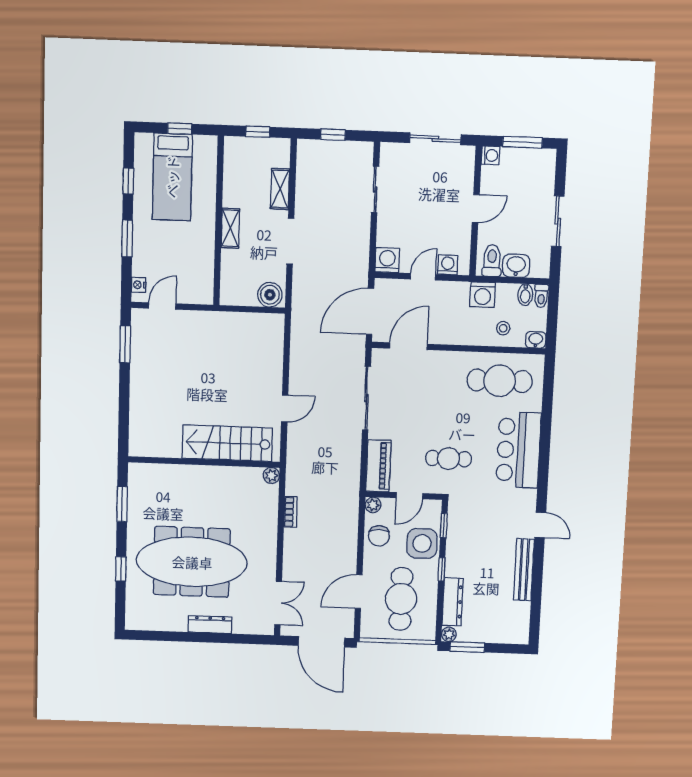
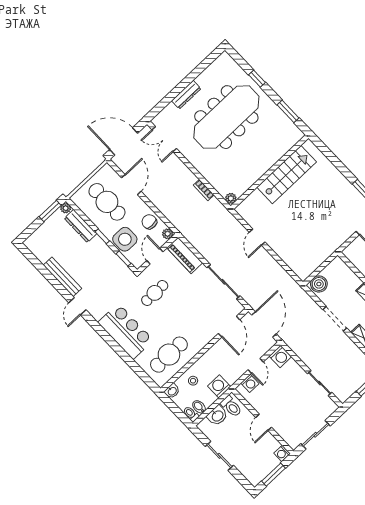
stairs: (227, 443) -> (287, 175), moved
door: (540, 525) -> (77, 306), hinge flipped

